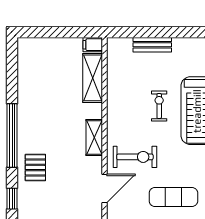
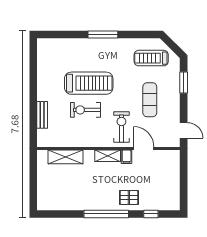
filing cabinet: (93, 45) -> (127, 157), moved
exercise bike: (159, 106) -> (85, 110), width x1.38, depth x1.39

